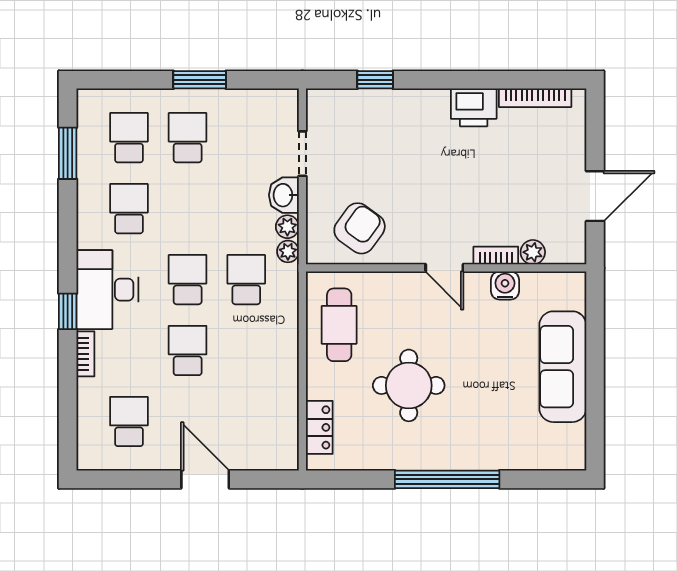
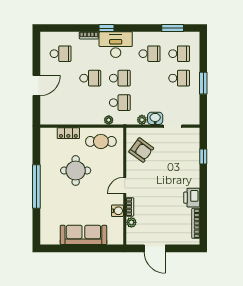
plant: (288, 251) -> (109, 120), moved
locker: (319, 427) -> (68, 133), moved

